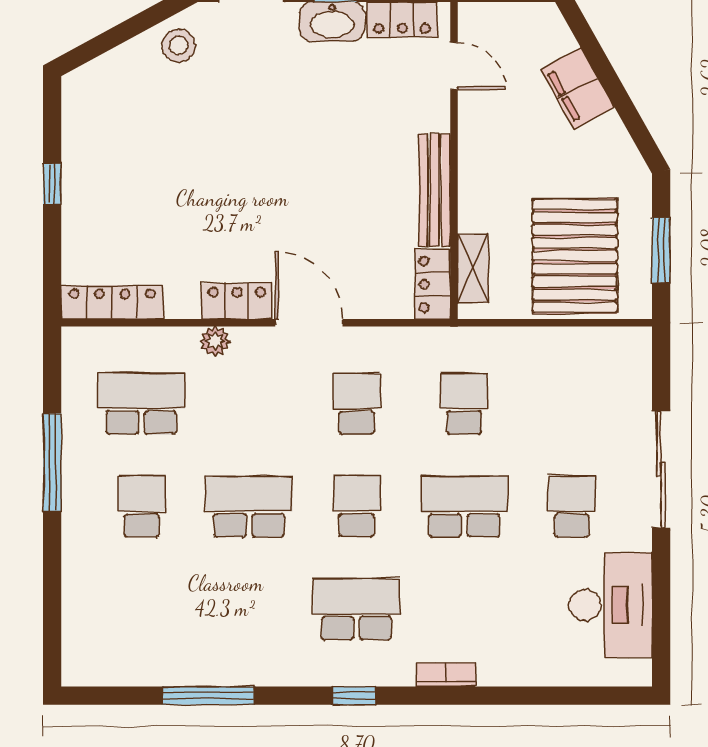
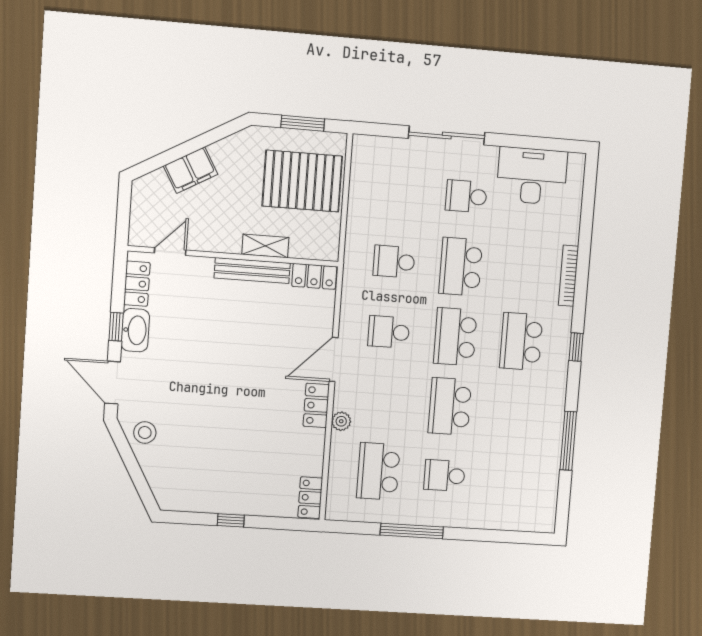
shelving: (473, 269) -> (265, 246), moved
locker: (112, 302) -> (310, 498), width x0.66
school desk: (357, 506) -> (455, 337), width x1.85
bookcase: (446, 675) -> (569, 276), width x1.56

